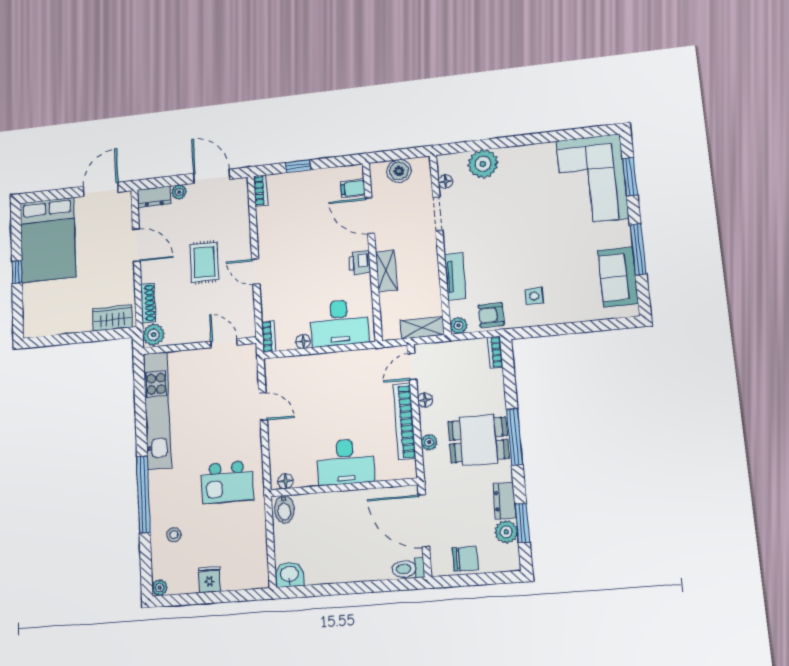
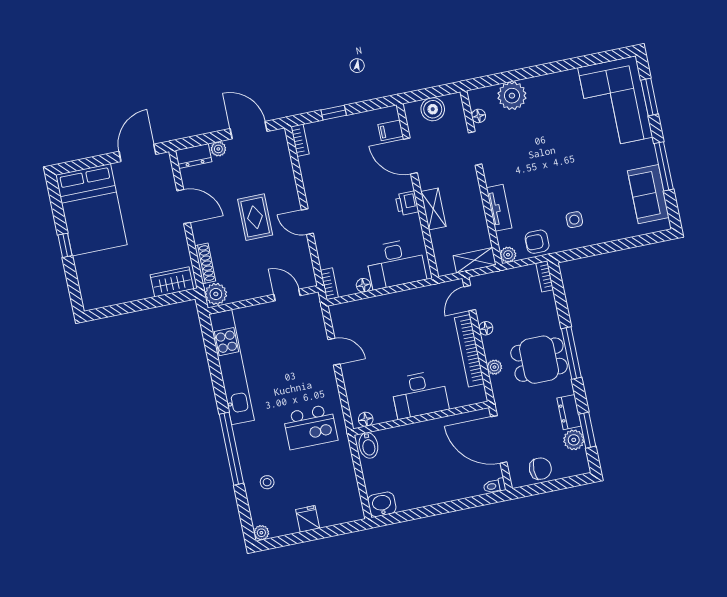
toilet: (408, 569) -> (494, 486), width x0.73, depth x0.72

